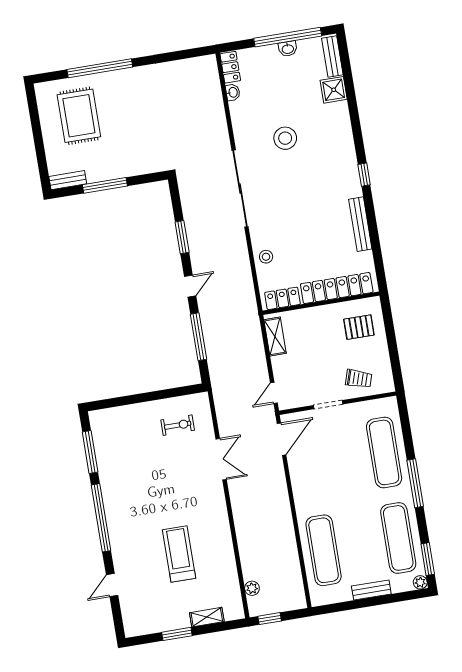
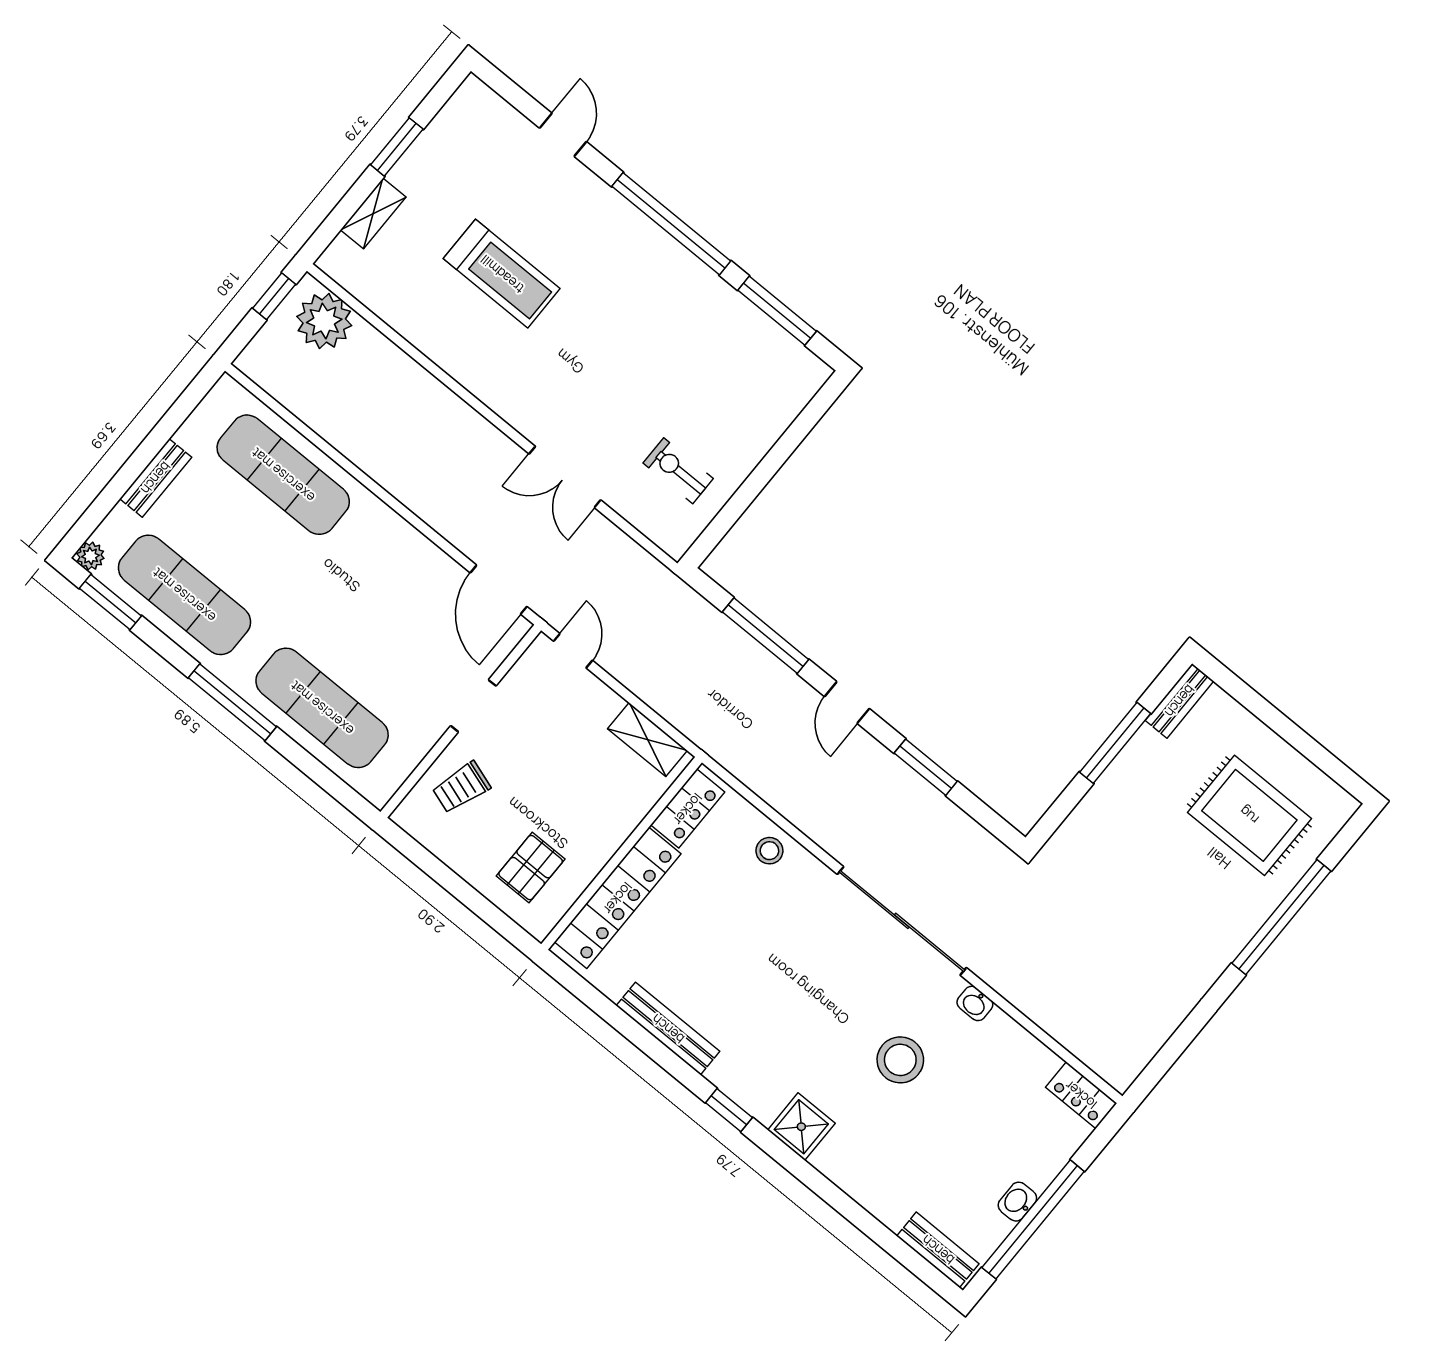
shower: (334, 90) -> (801, 1127), moved
washbasin: (233, 92) -> (975, 1003), moved
exercise bike: (178, 425) -> (678, 471), turned 90
plant: (252, 588) -> (324, 321), width x1.88, depth x1.88

